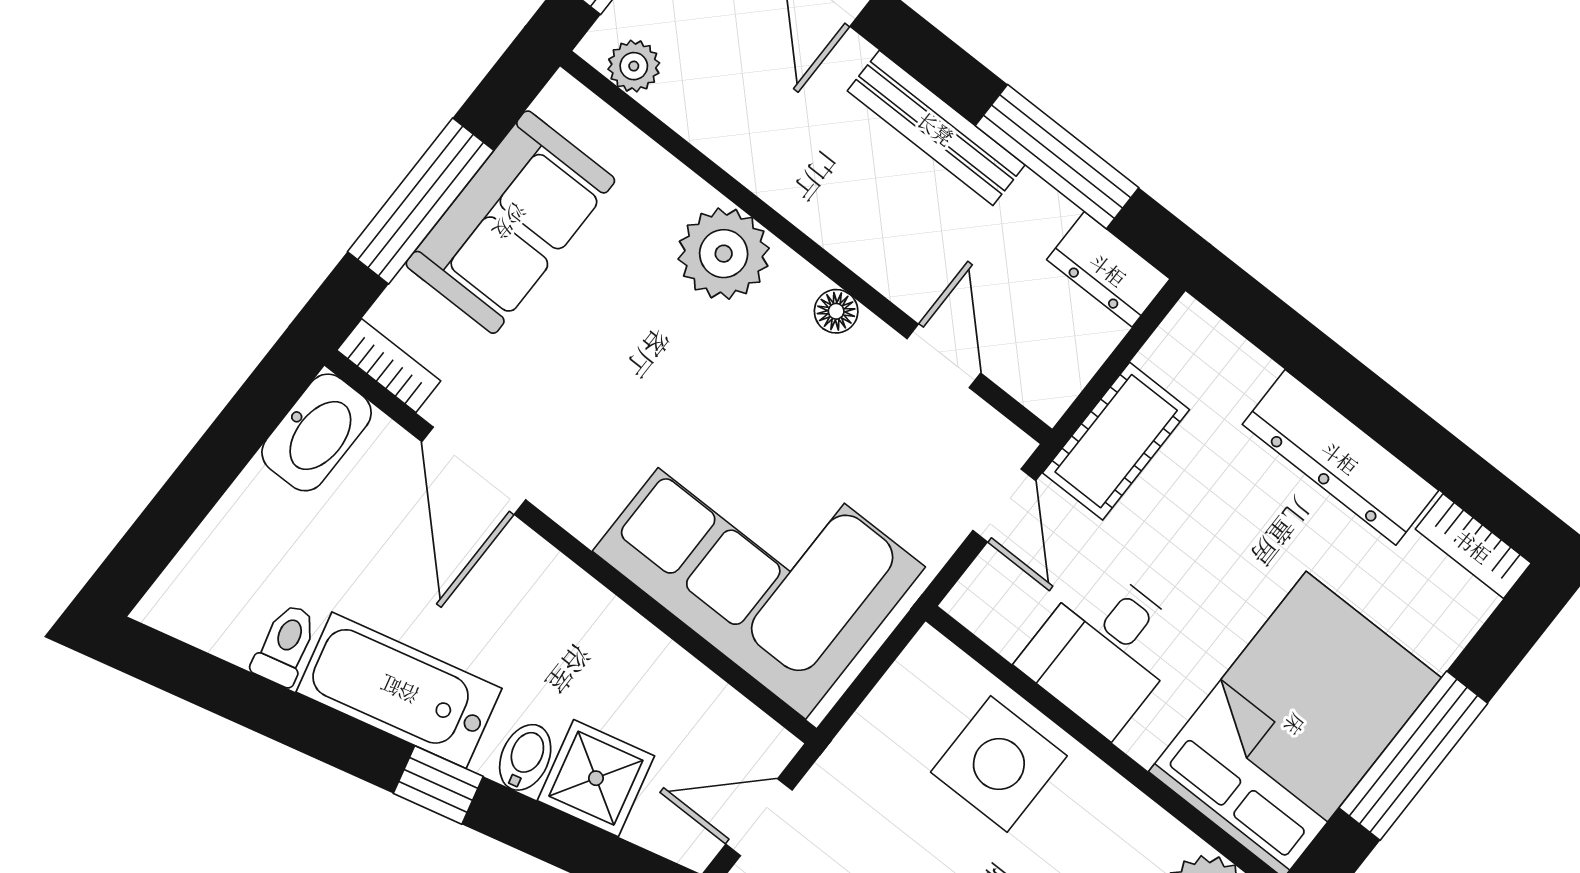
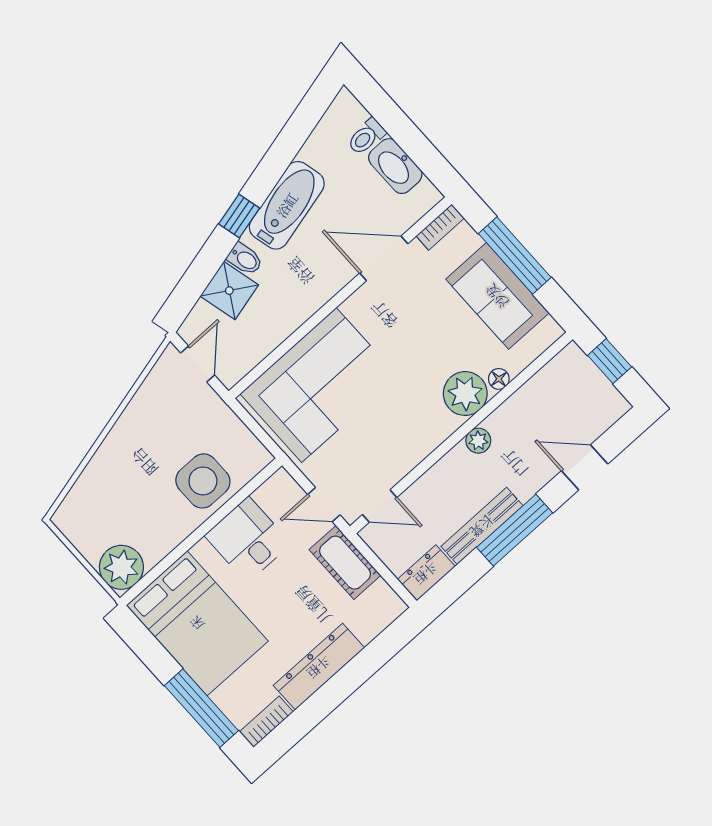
plant: (634, 66) -> (478, 441), moved
bench: (936, 128) -> (482, 526), moved
window: (1057, 157) -> (515, 530), moved
floor lamp: (836, 311) -> (499, 379), moved
door: (944, 356) -> (380, 506), moved
washbasin: (317, 432) -> (395, 166), moved
toilet: (285, 645) -> (366, 137), moved, turned 104
window: (1413, 756) -> (201, 708), moved

